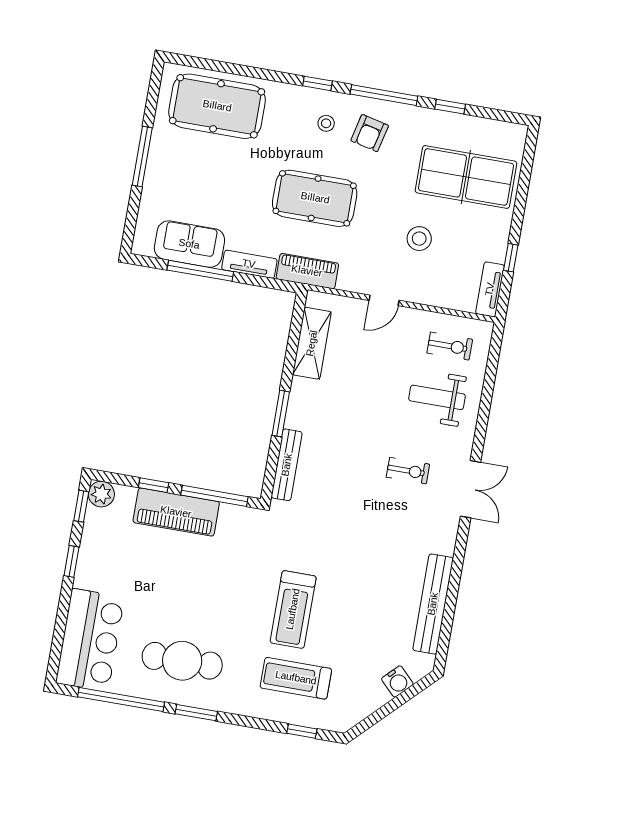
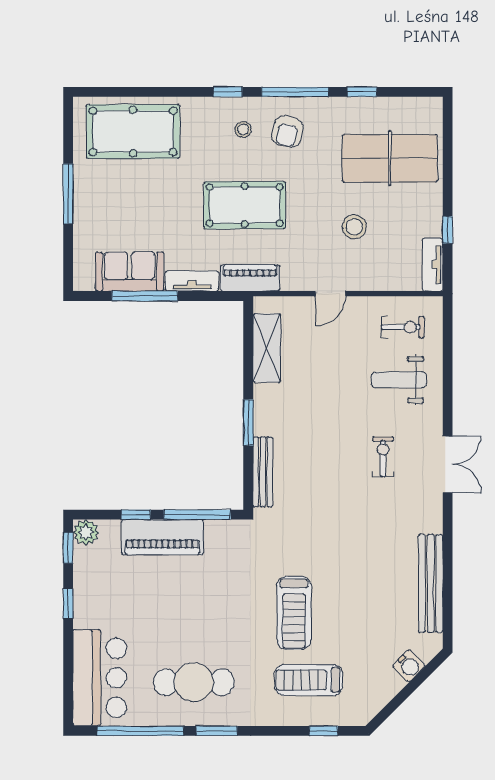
exercise bike: (408, 471) -> (383, 457), turned -90

